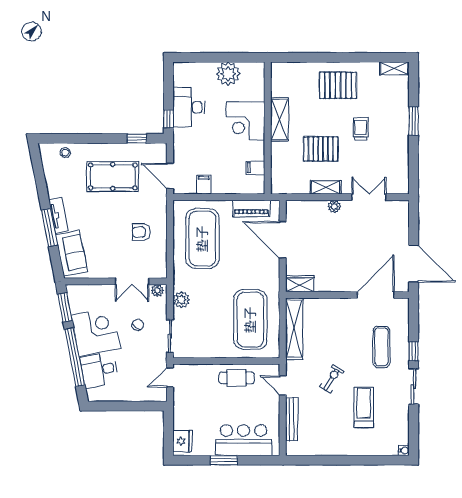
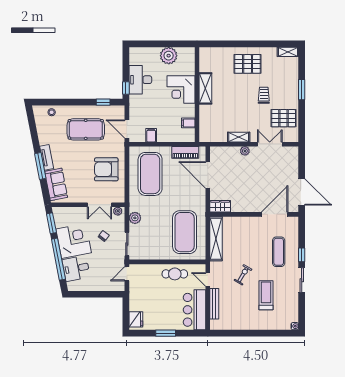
pallet: (321, 149) -> (284, 118), moved
armchair: (141, 232) -> (106, 169), width x1.88, depth x1.88
bar counter: (244, 440) -> (194, 310), moved, turned -90

